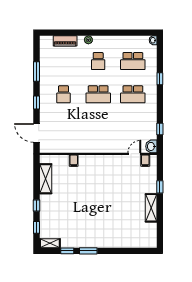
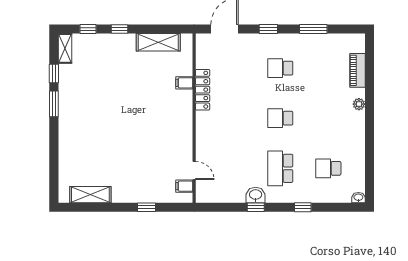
school desk: (98, 61) -> (328, 118), removed
school desk: (133, 61) -> (328, 168), width x0.54
school desk: (98, 94) -> (280, 118), width x0.54
window: (160, 129) -> (256, 207), moved
washbasin: (151, 146) -> (256, 195), moved
locker: (78, 148) -> (203, 90), added
shelving: (151, 208) -> (90, 195), moved

